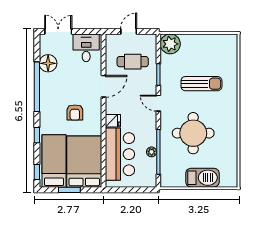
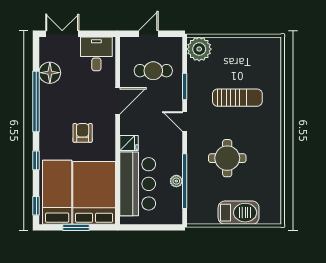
armchair: (75, 113) -> (83, 133), turned 180
round table: (193, 133) -> (227, 158), width x0.73, depth x0.73

